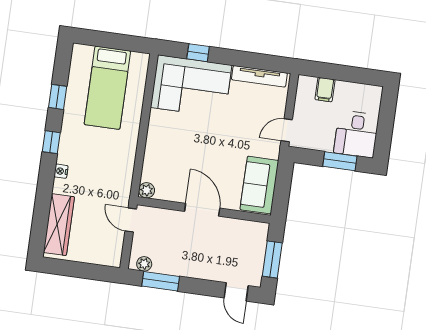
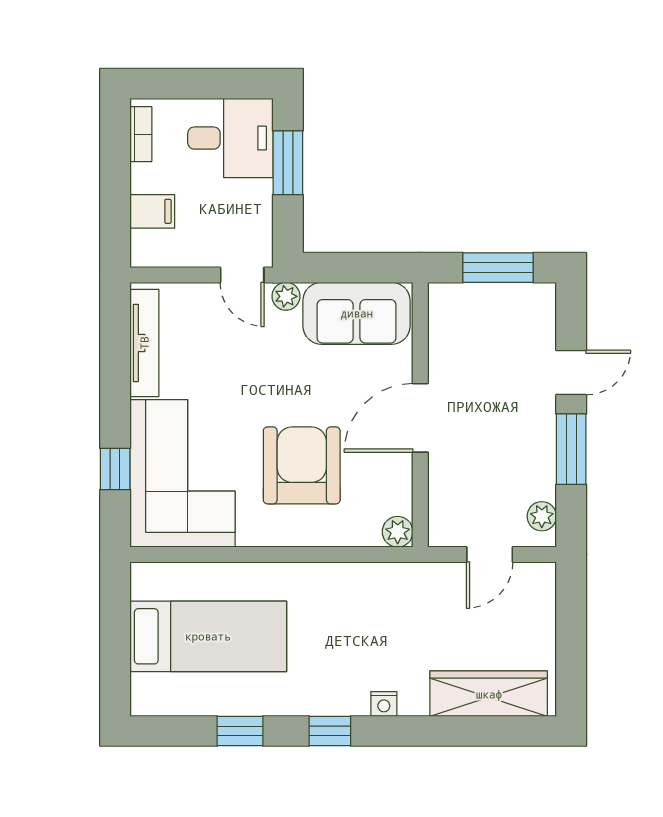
bookcase: (365, 89) -> (141, 134), added
armchair: (187, 147) -> (302, 465), added
plant: (273, 151) -> (286, 296), added
door: (131, 220) -> (490, 554), moved
window: (161, 281) -> (571, 449), moved
door: (236, 292) -> (571, 373), moved

